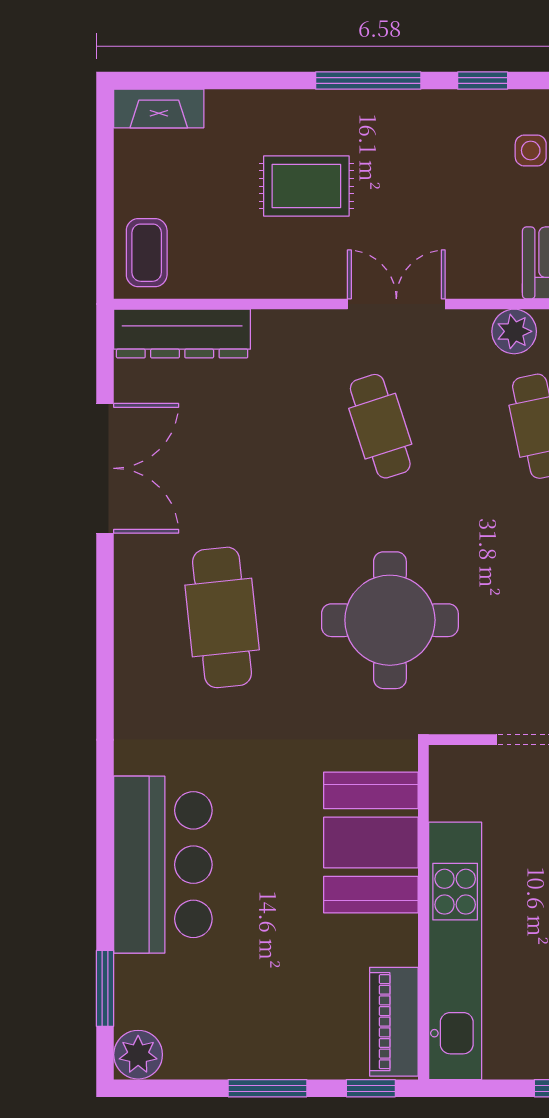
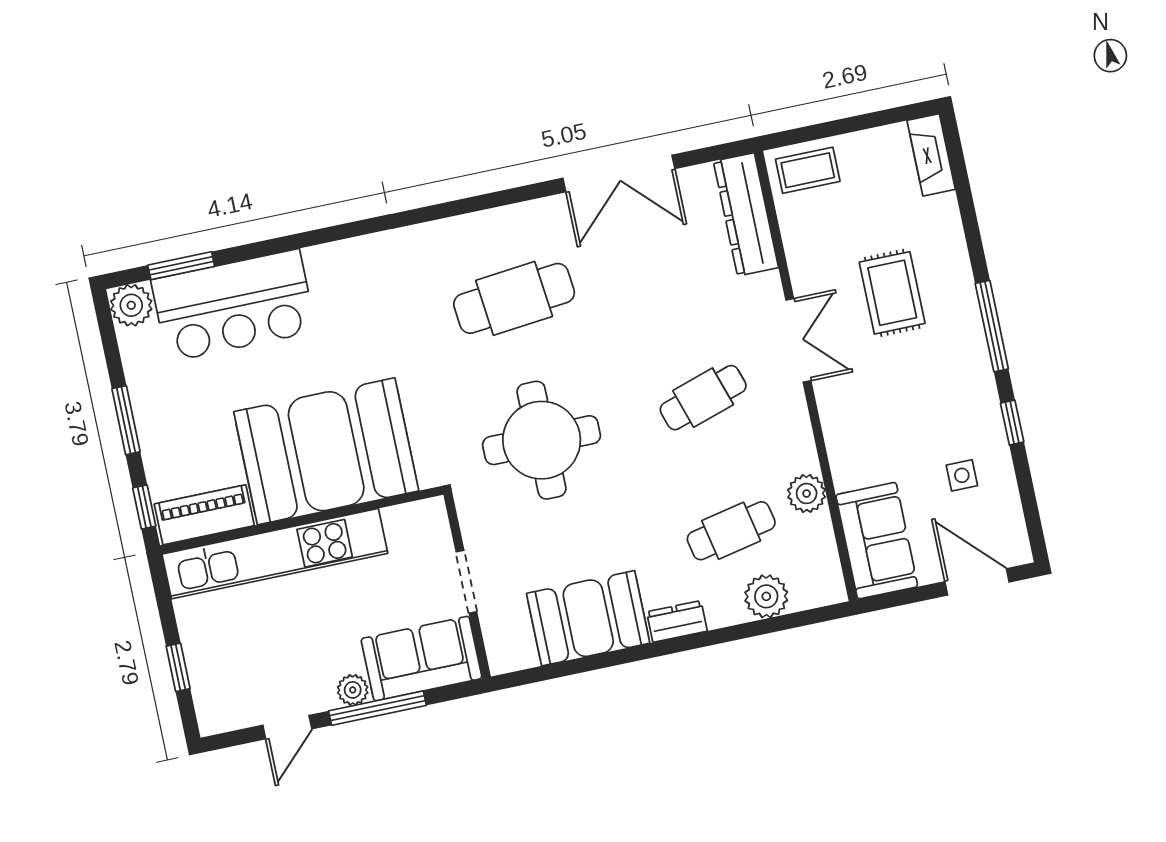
double door: (396, 304) -> (798, 340), moved
booth: (371, 842) -> (326, 451), width x1.36, depth x1.42
bar counter: (163, 865) -> (234, 305), moved

